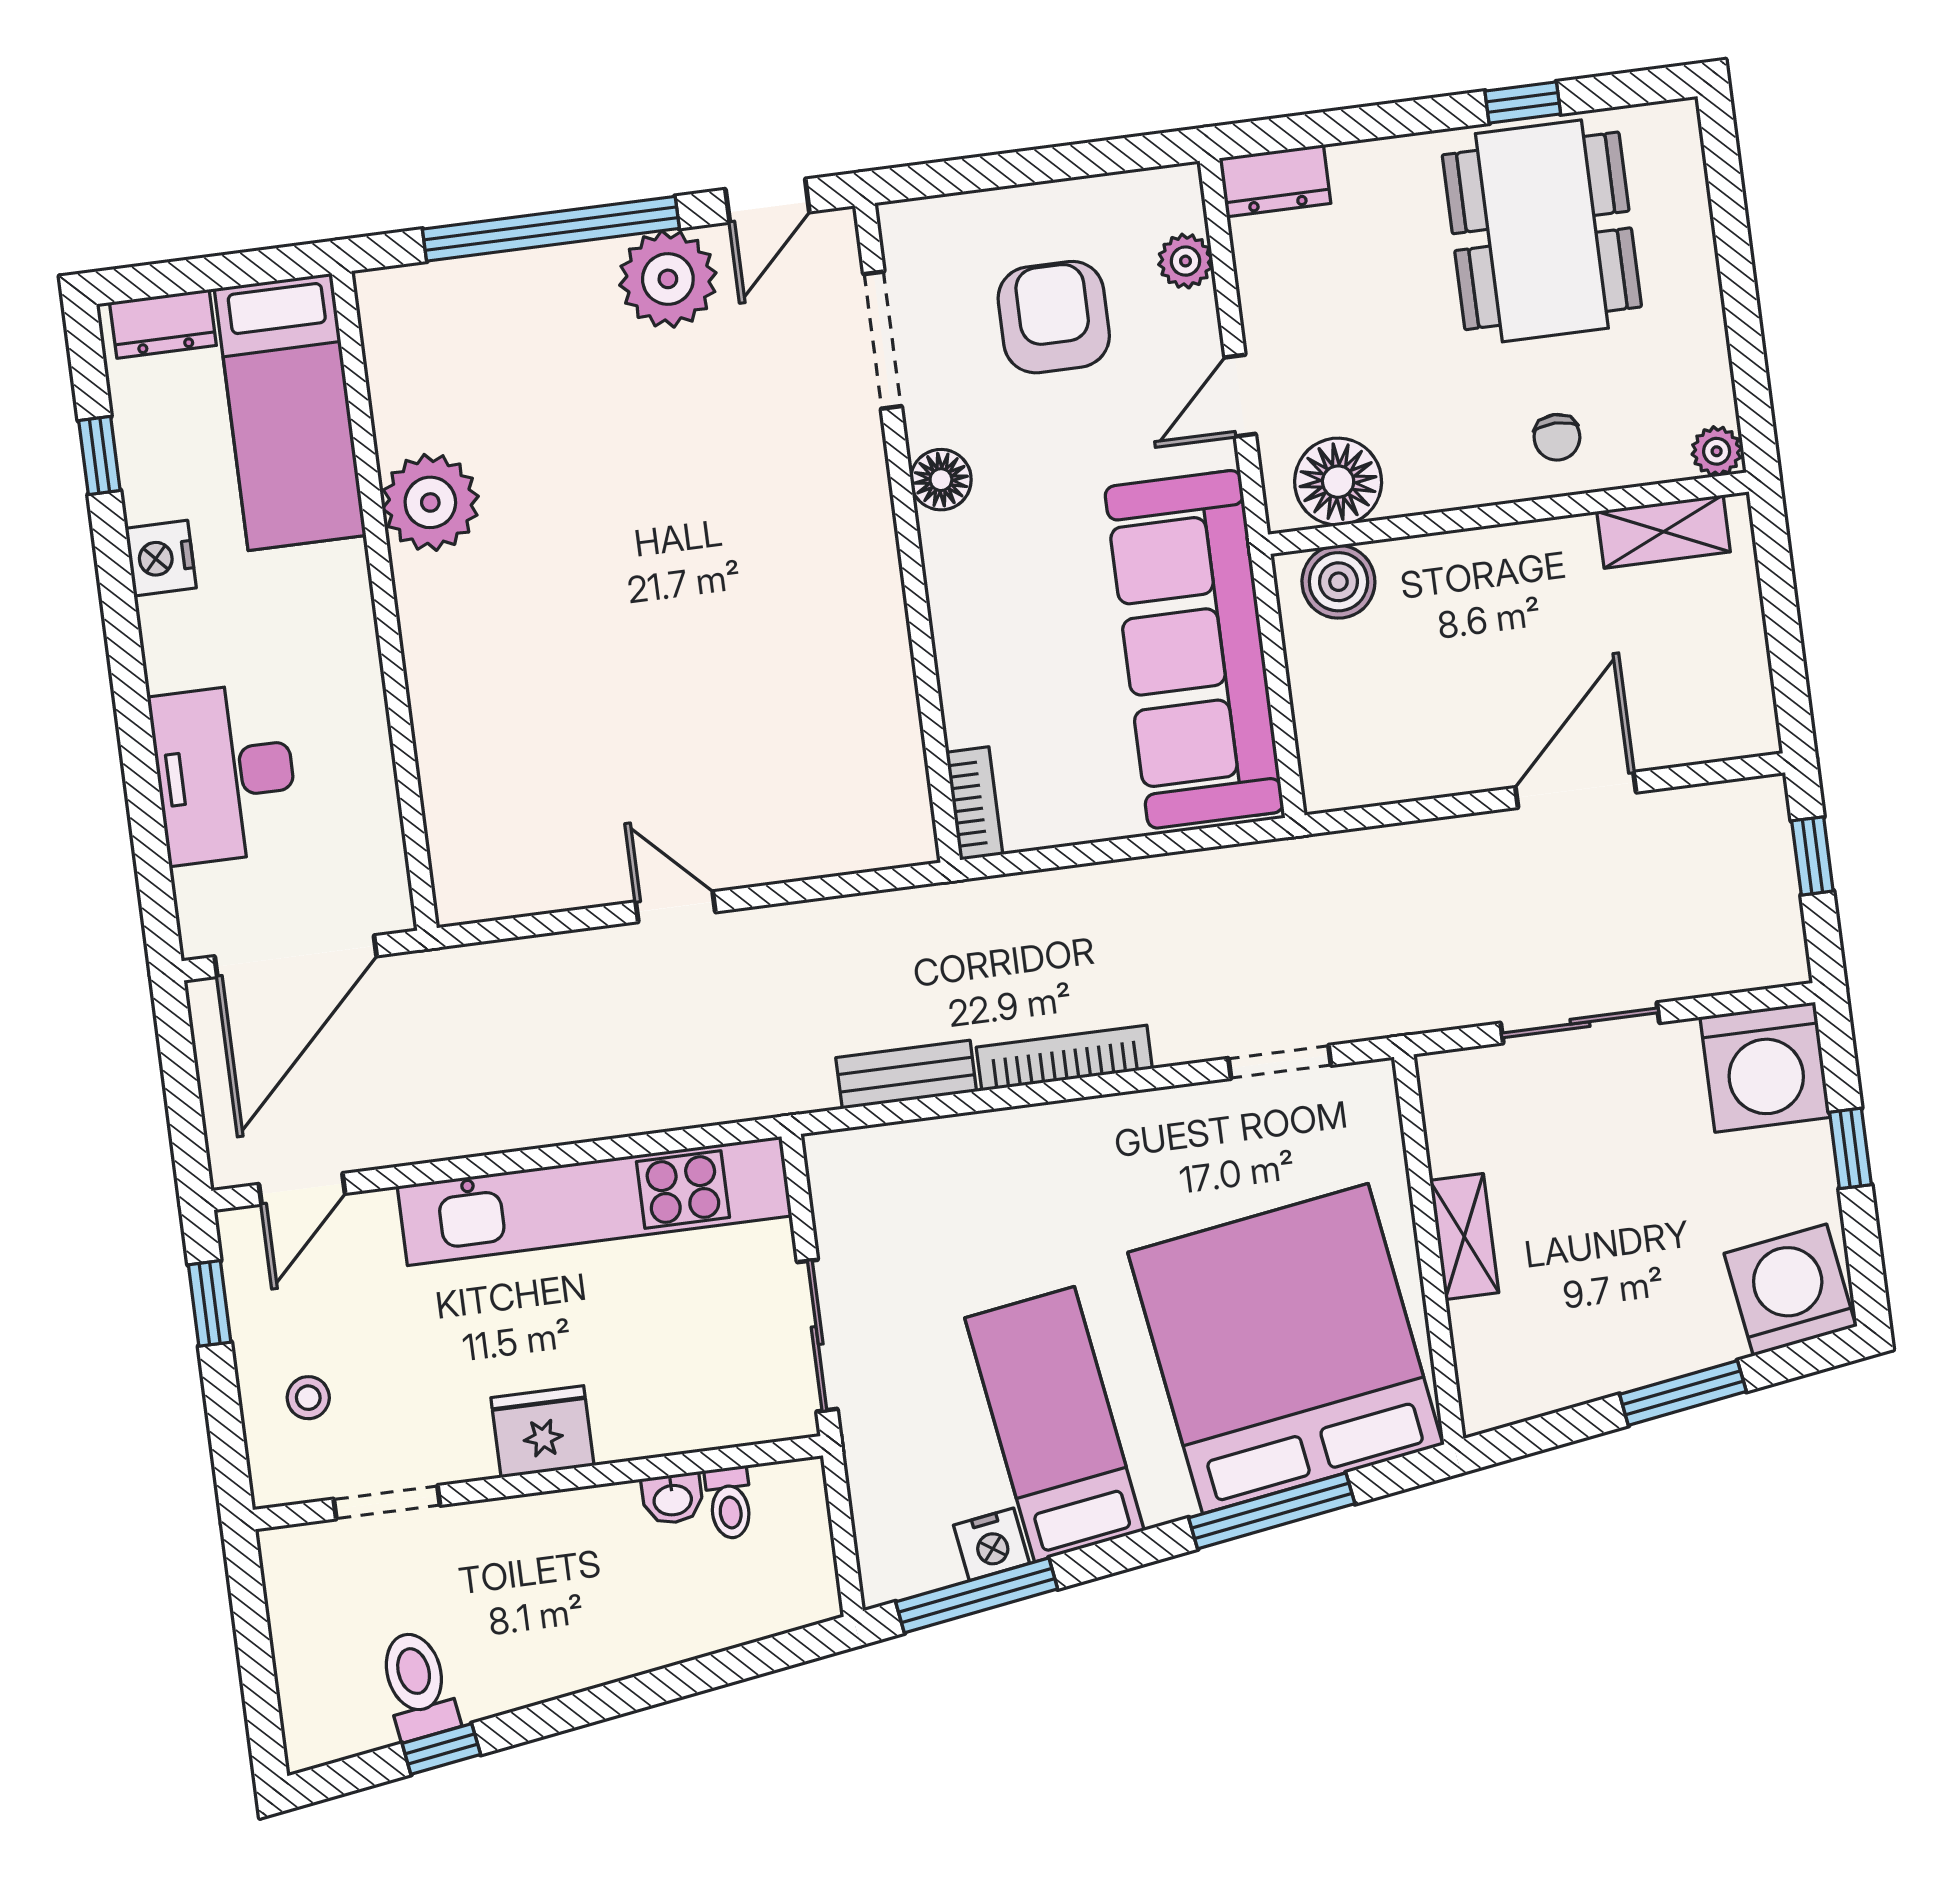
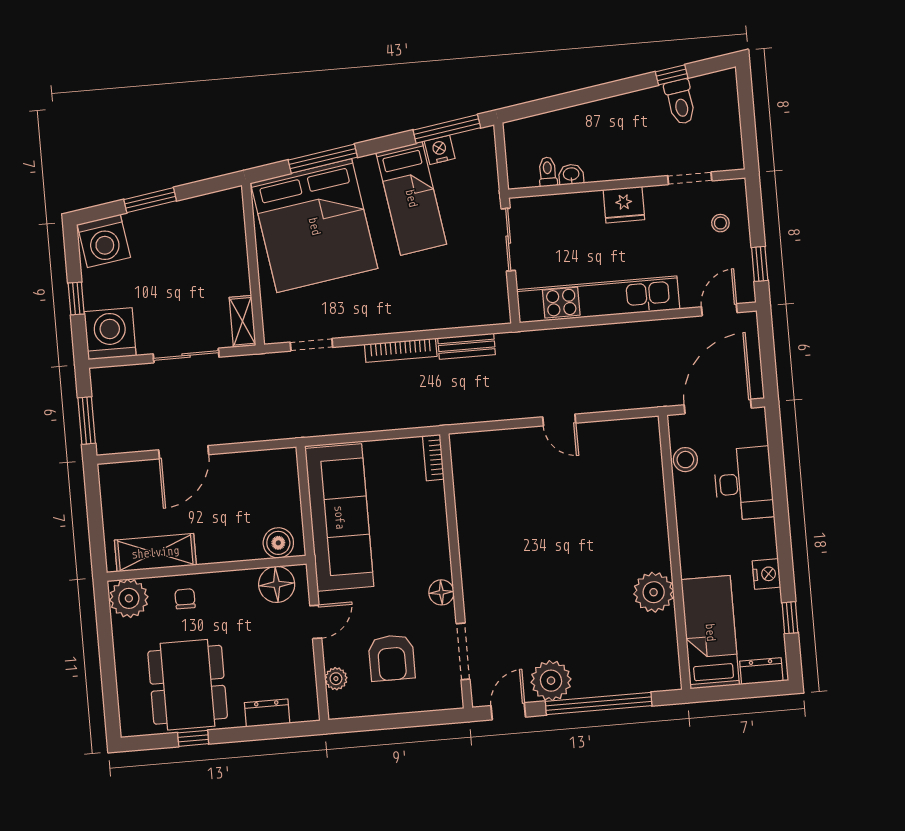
dresser: (1275, 181) -> (267, 713), moved
plant: (1717, 451) -> (129, 598), width x1.87, depth x1.87
shelving: (1664, 532) -> (155, 553), width x1.50, depth x1.33
stool: (368, 825) -> (685, 460), added
window: (1812, 856) -> (87, 421), width x1.50
shelving: (1464, 1237) -> (242, 321), moved

